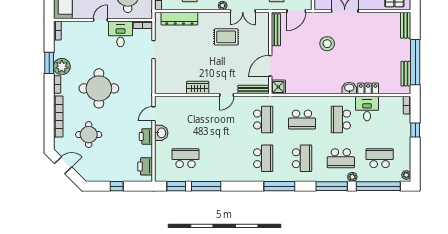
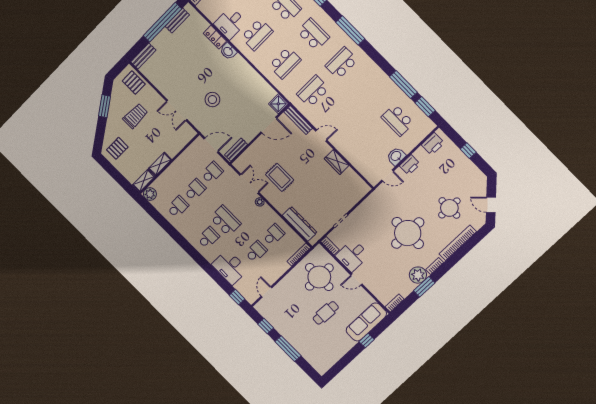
bench: (276, 30) -> (236, 150), width x0.73
school desk: (302, 120) -> (285, 63), turned 90
school desk: (302, 158) -> (313, 34), turned 90

